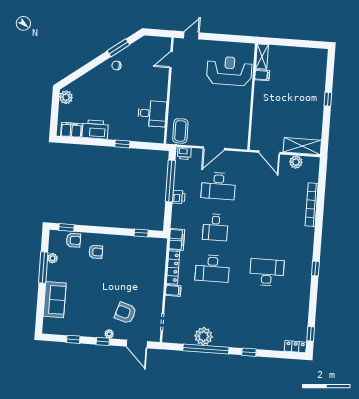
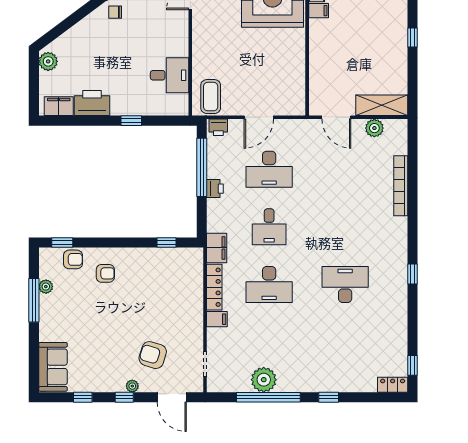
sofa: (55, 300) -> (53, 367), moved

